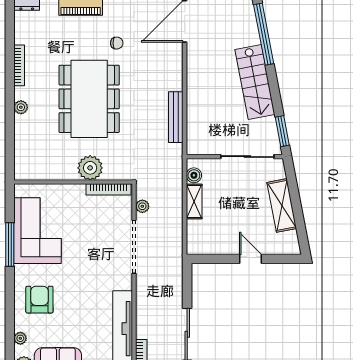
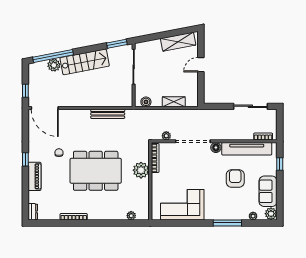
plant: (250, 35) -> (54, 65), added
plant: (21, 107) -> (131, 216), moved
shelving: (194, 202) -> (174, 102), moved
shelving: (282, 205) -> (178, 42), moved
window: (10, 245) -> (227, 223), moved
floor lamp: (125, 282) -> (216, 148), added
armchair: (39, 300) -> (235, 178), moved, turned 90

